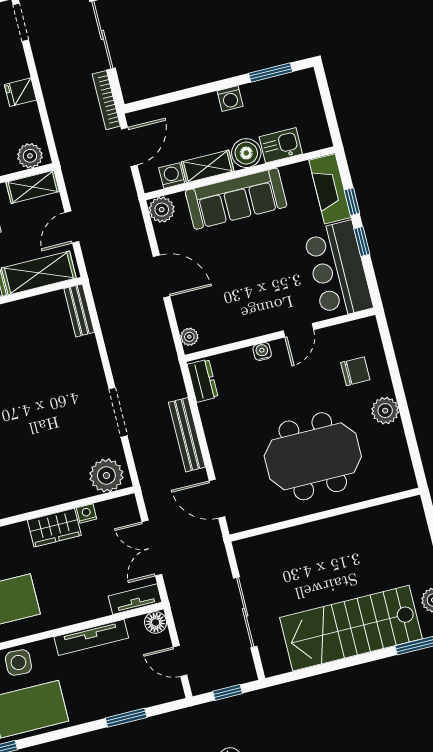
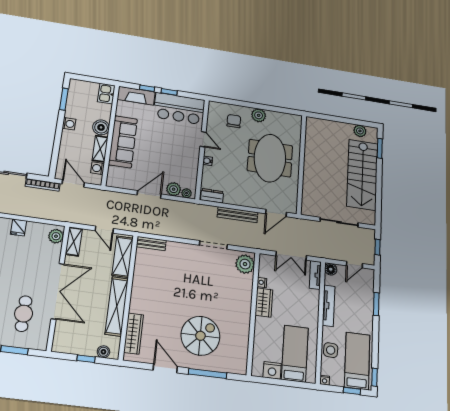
kitchen sink: (281, 145) -> (106, 94), moved
plant: (162, 210) -> (174, 189), moved

